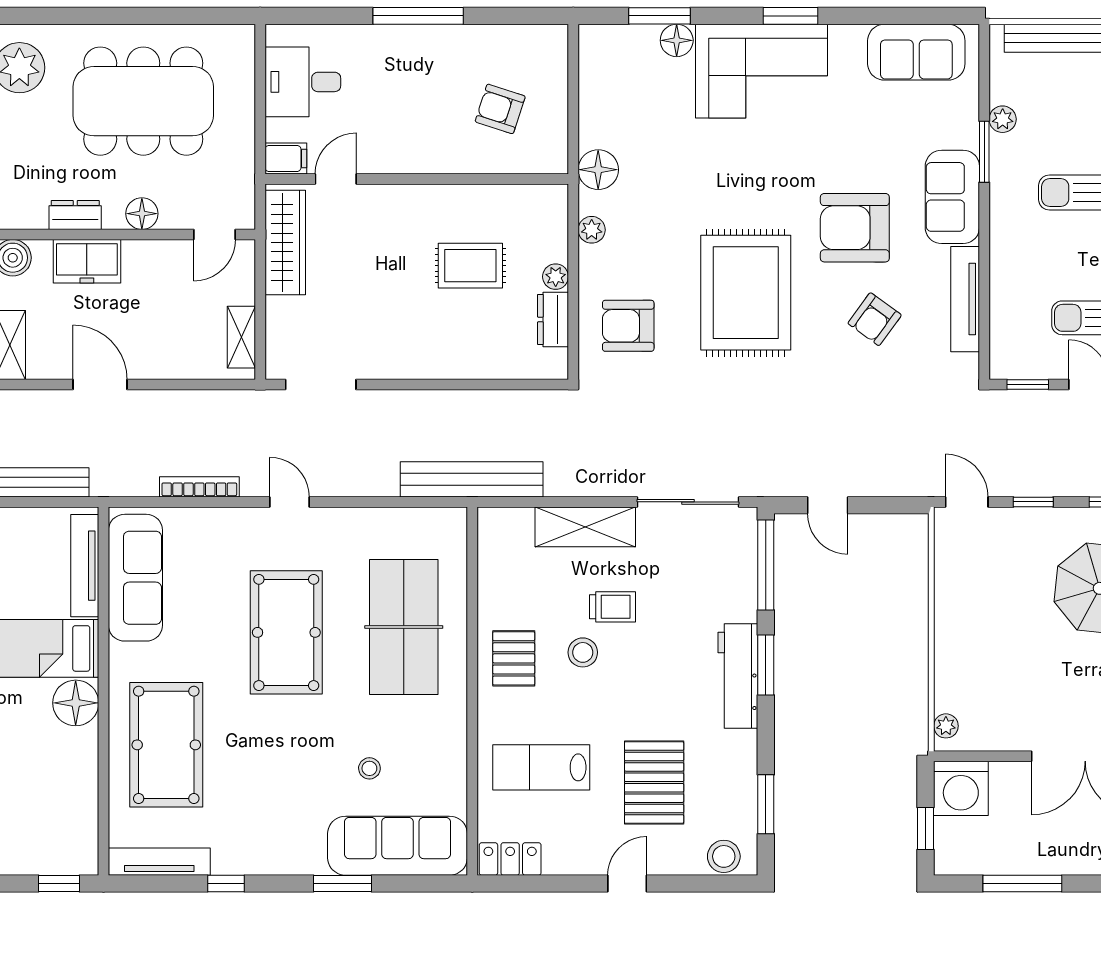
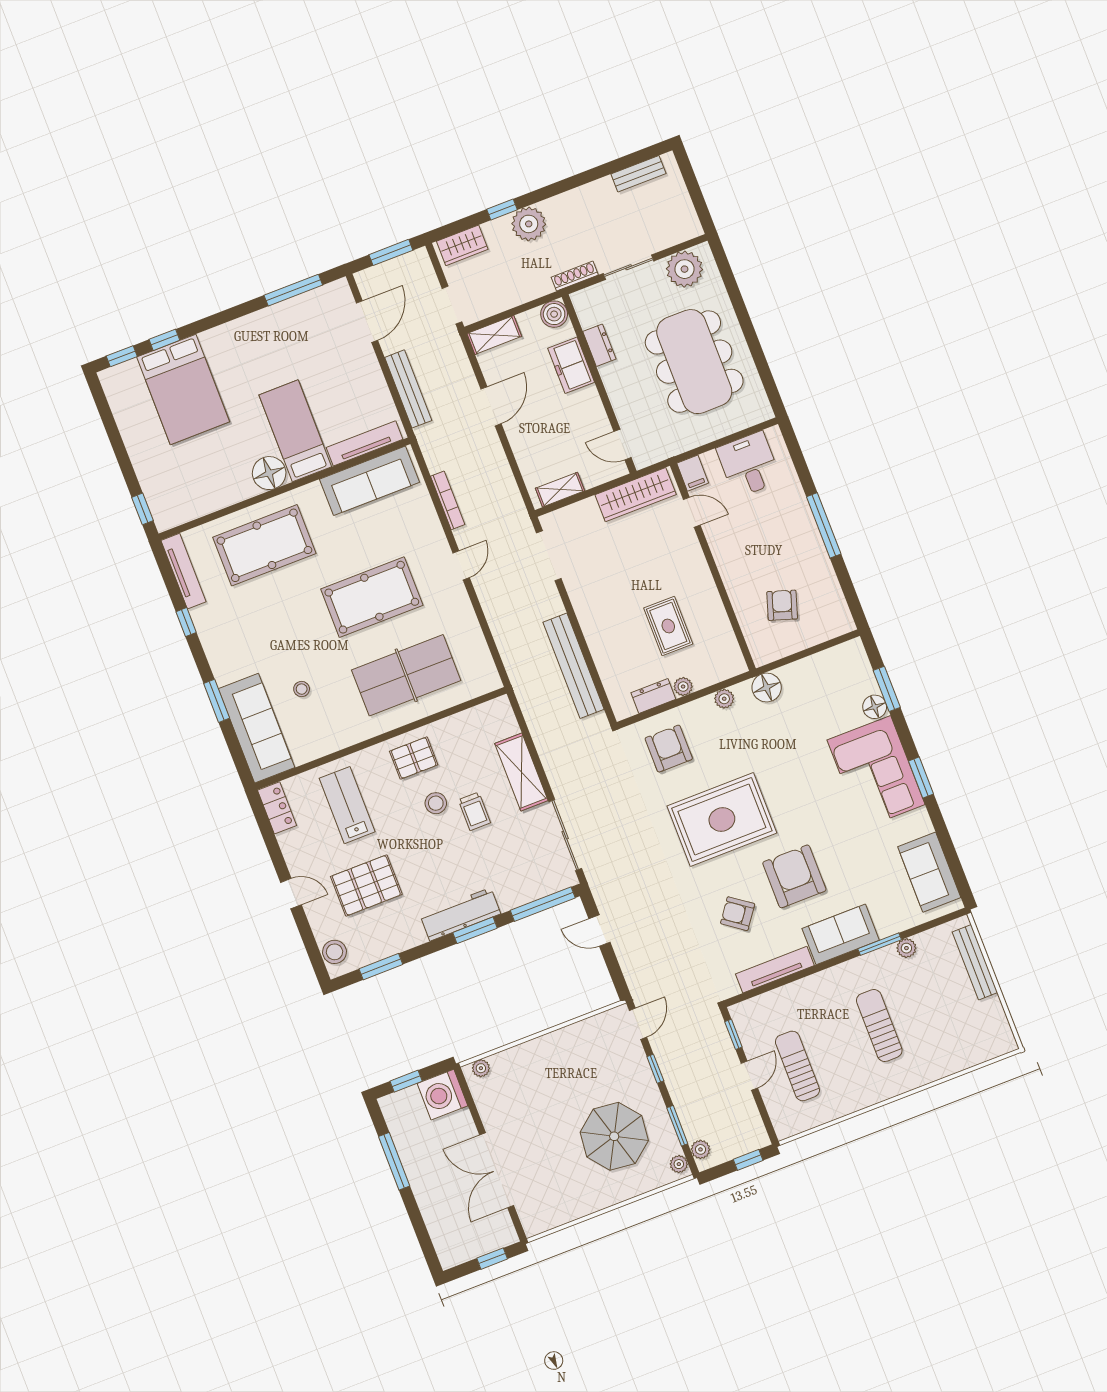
floor lamp: (142, 214) -> (618, 390), removed
bench: (472, 479) -> (574, 666), moved
door: (828, 505) -> (599, 930), hinge flipped

